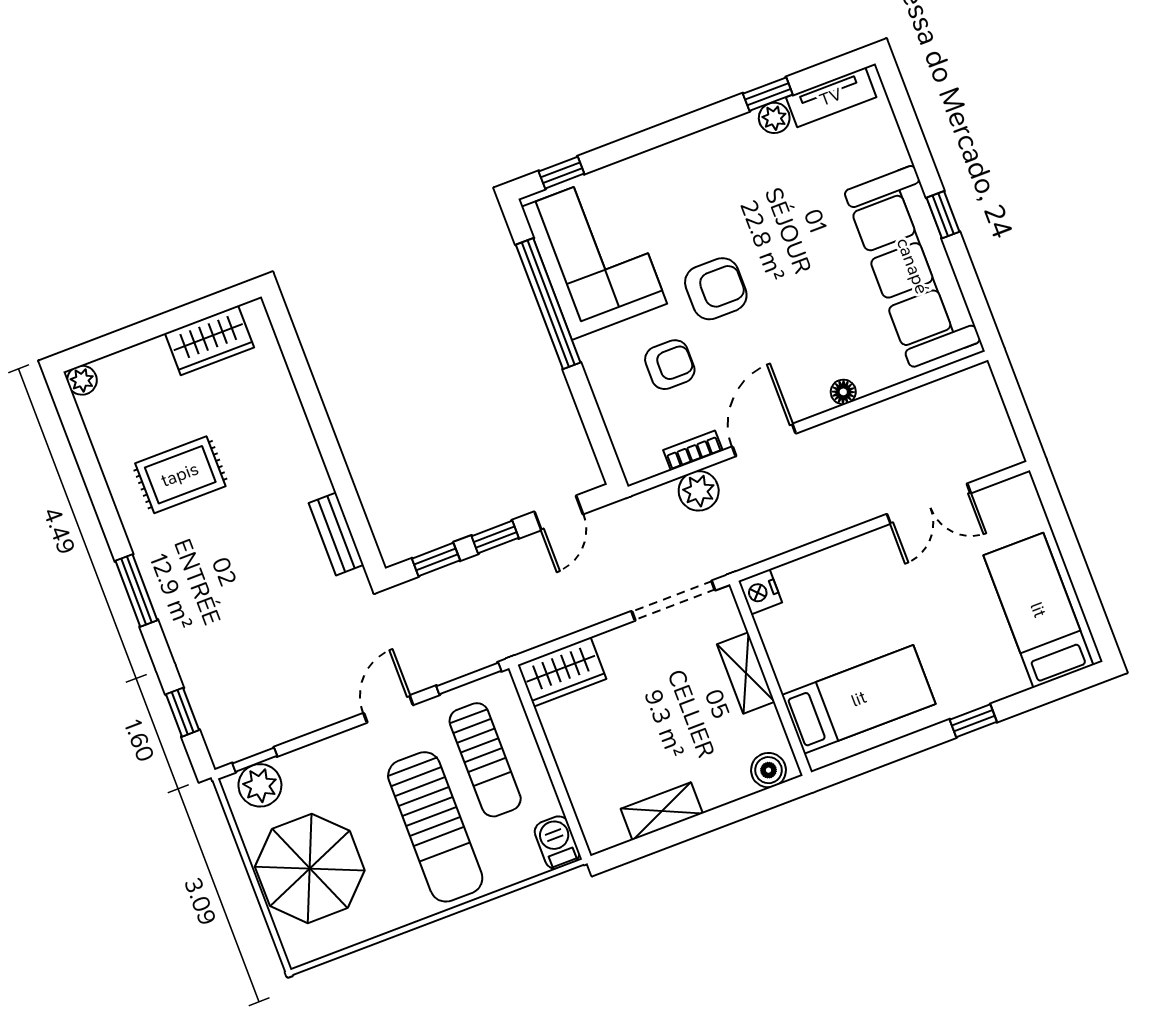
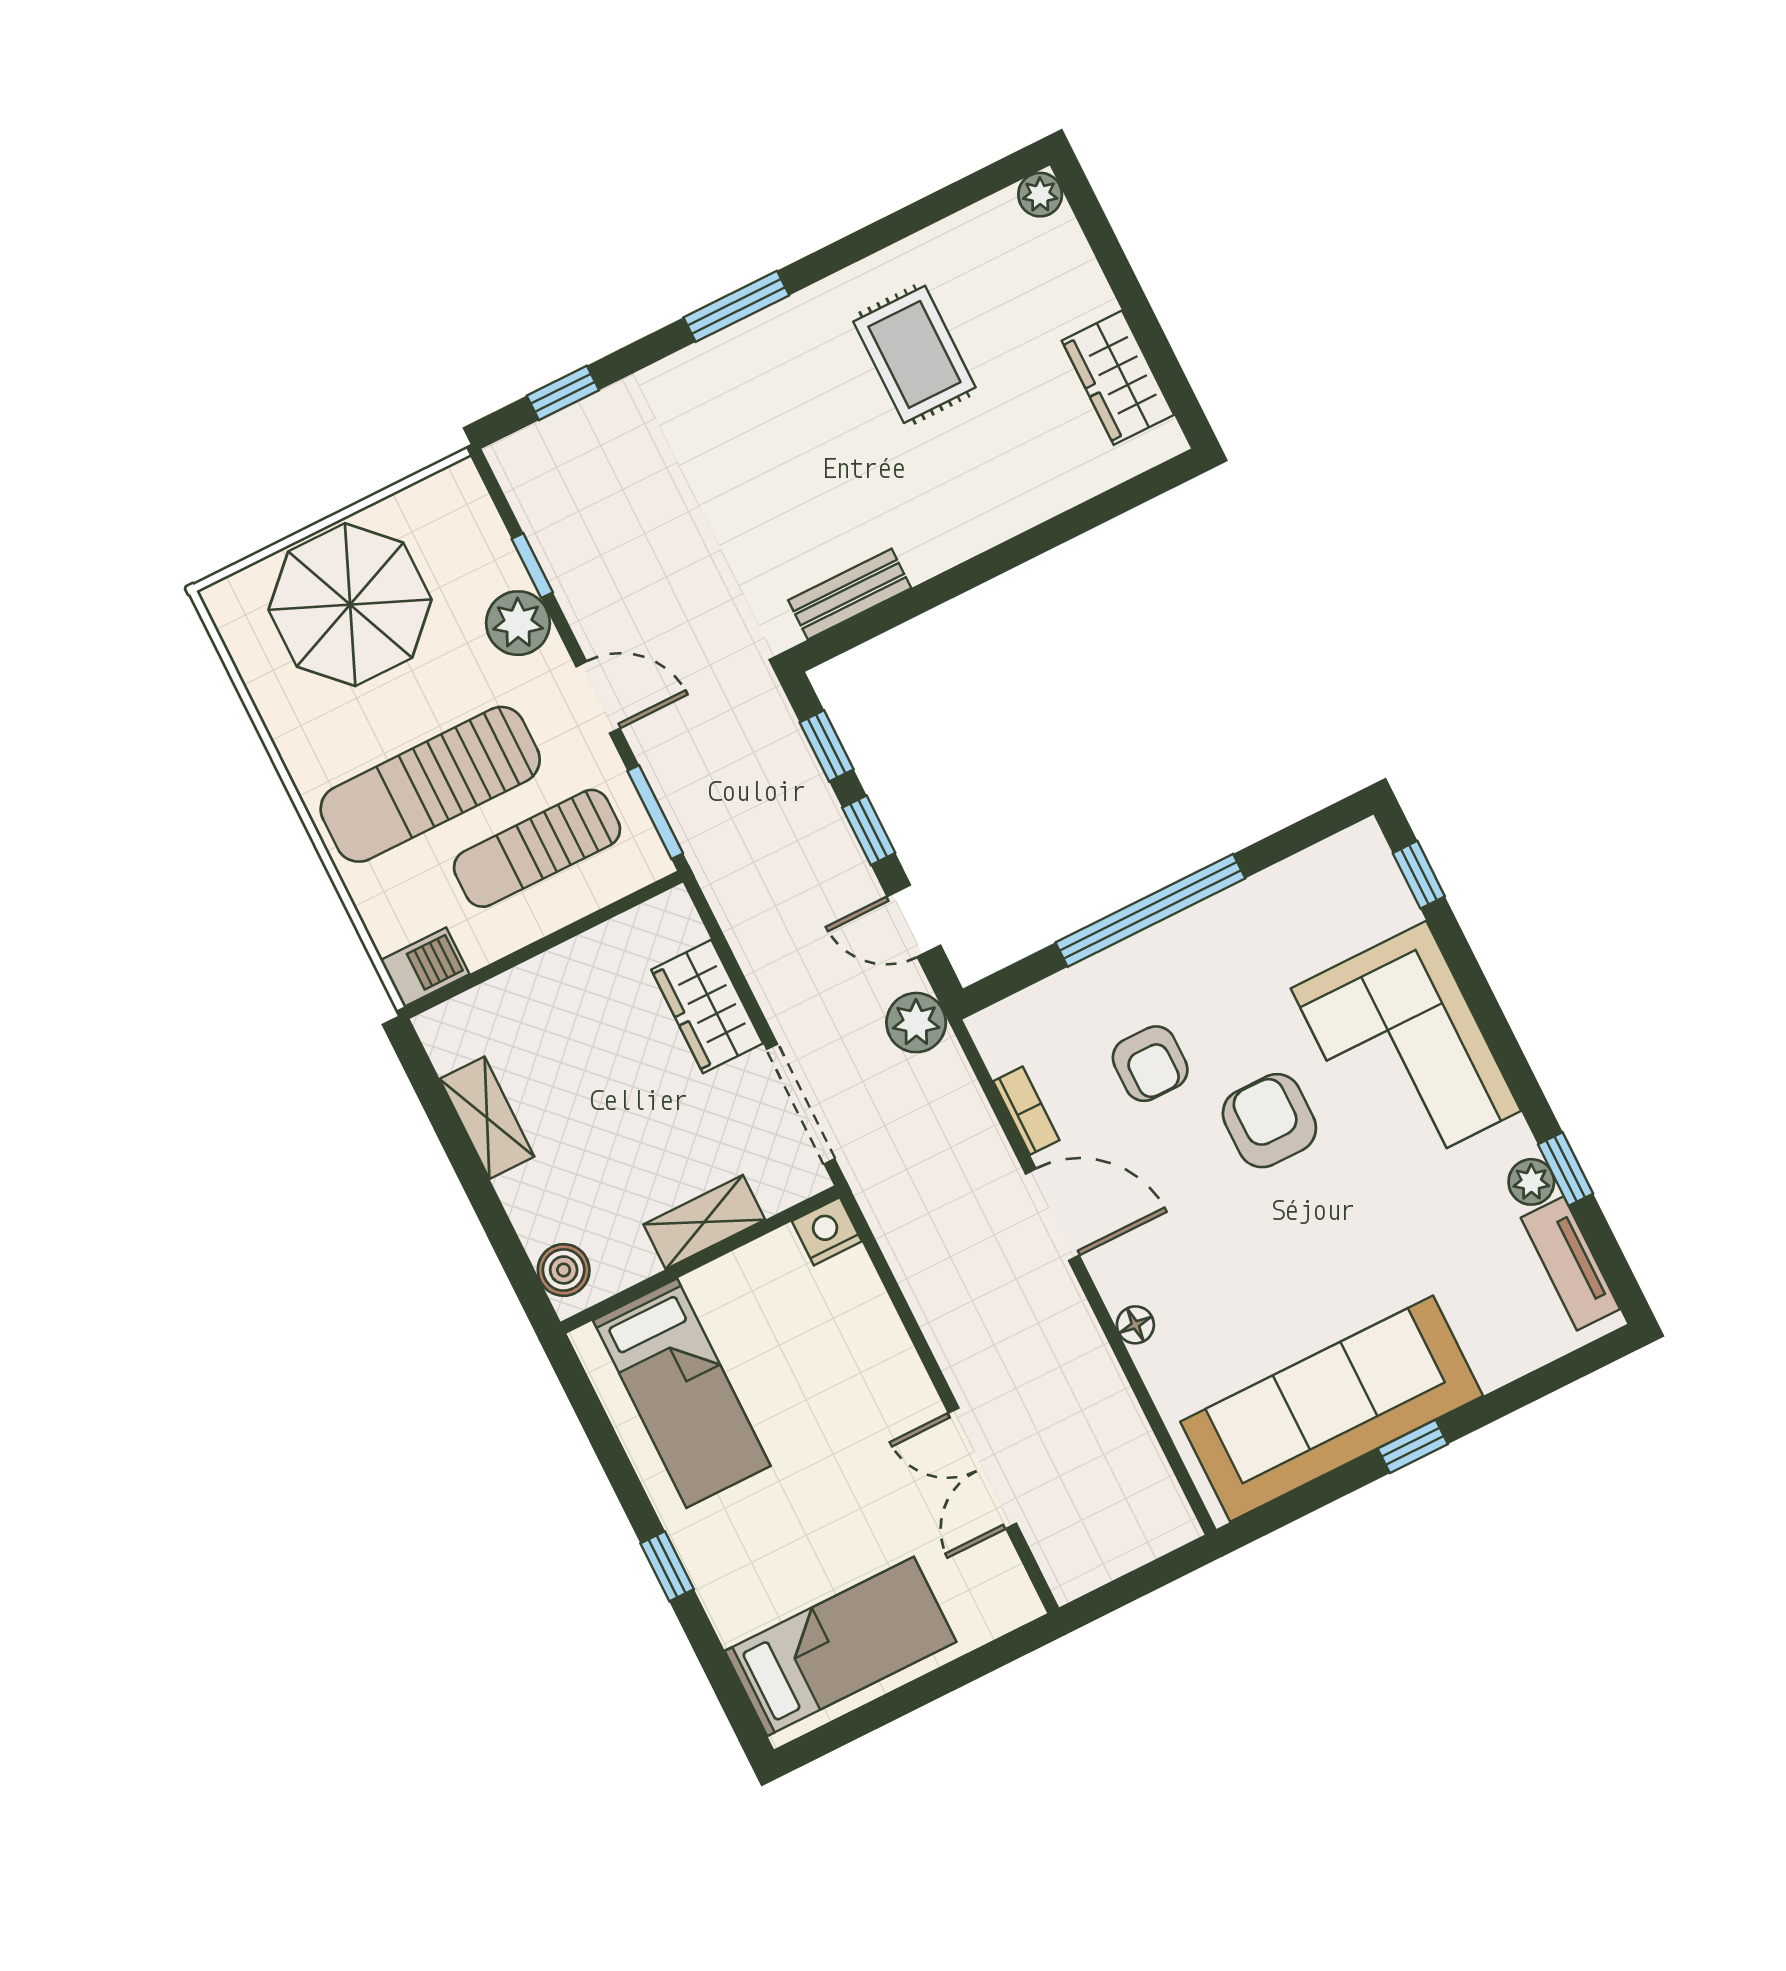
corner sofa: (594, 255) -> (1406, 1050), moved, turned 90
armchair: (716, 289) -> (1269, 1121), turned 180
window: (548, 304) -> (1150, 910), moved
plant: (699, 491) -> (916, 1023), moved
wardrobe: (562, 672) -> (707, 1006), moved
window: (255, 760) -> (532, 566), moved
plant: (260, 785) -> (518, 623), moved

